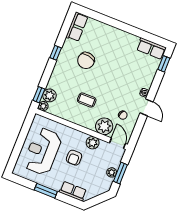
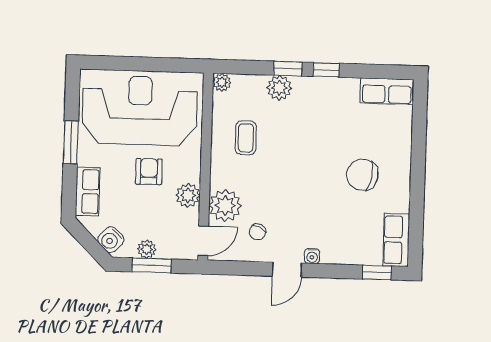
chair: (86, 61) -> (362, 175), moved
window: (39, 95) -> (288, 69), moved
plant: (50, 95) -> (279, 88), moved
coffee table: (87, 100) -> (246, 138), moved
reception desk: (42, 151) -> (140, 110), width x1.36, depth x1.30
armchair: (74, 158) -> (149, 172), turned 90
water cooler: (101, 188) -> (111, 240), added

